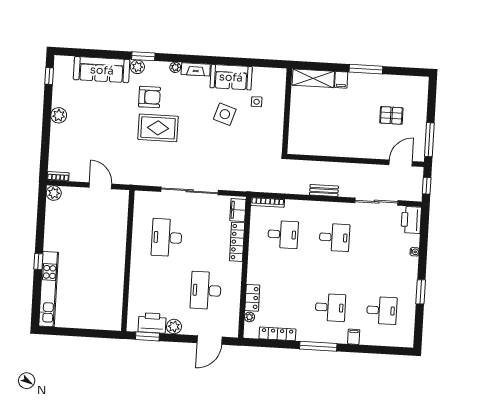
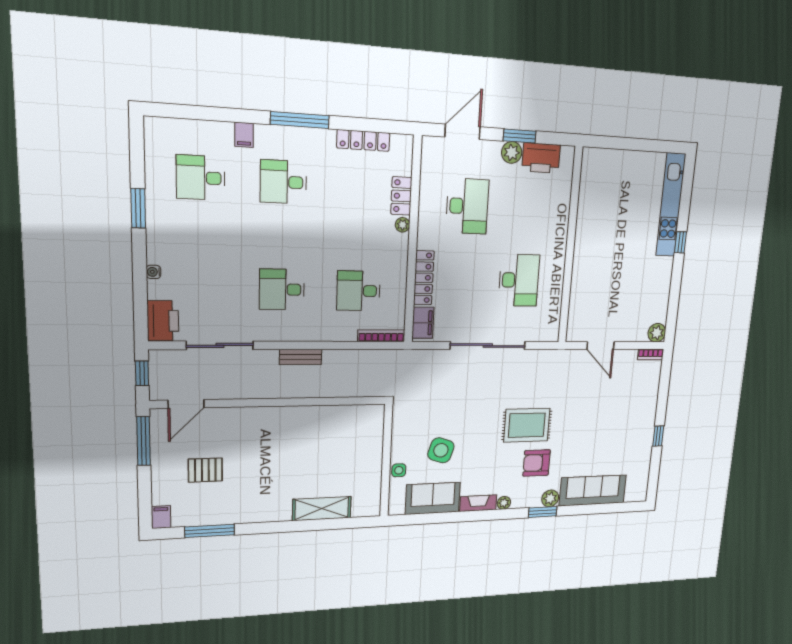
window: (366, 69) -> (210, 531), moved
window: (49, 76) -> (658, 436), moved
filing cabinet: (341, 80) -> (161, 517), moved
wall: (287, 111) -> (386, 461), moved
plant: (59, 115) -> (645, 430), removed
plant: (249, 317) -> (403, 225), moved
window: (147, 336) -> (520, 136), moved

